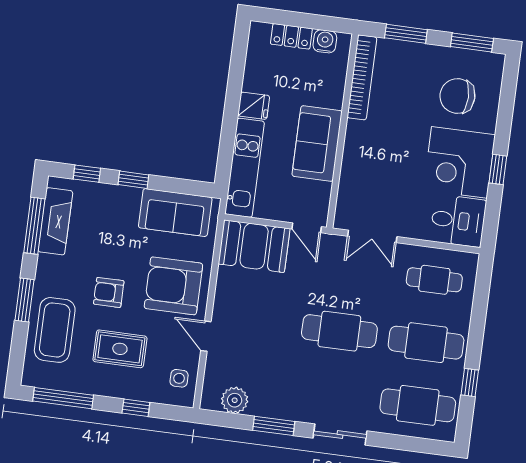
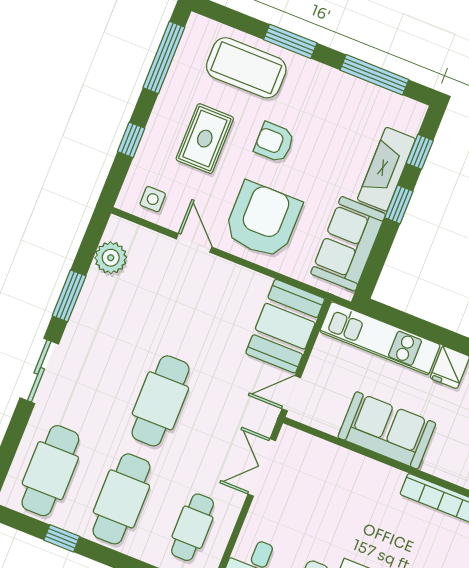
fireplace: (55, 221) -> (386, 169), moved, turned 90
armchair: (109, 292) -> (274, 142), turned -90
door: (206, 336) -> (194, 243), hinge flipped

